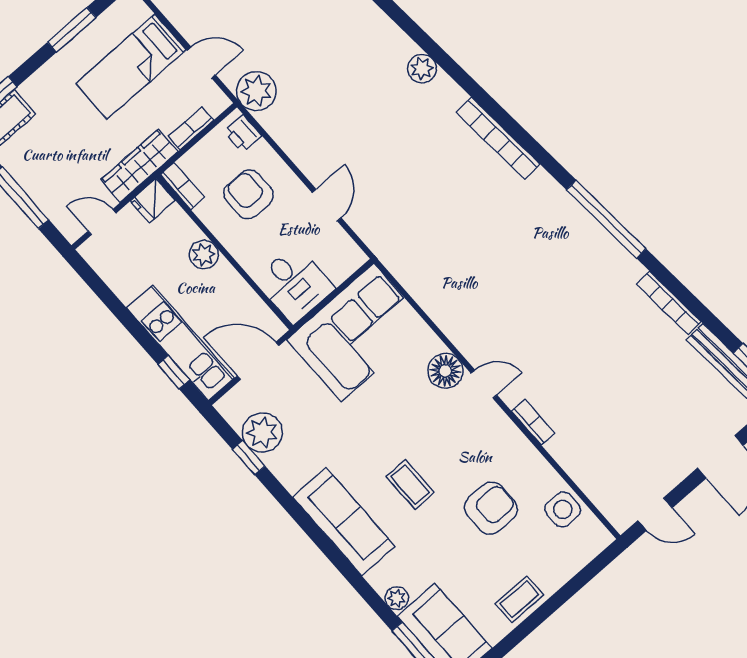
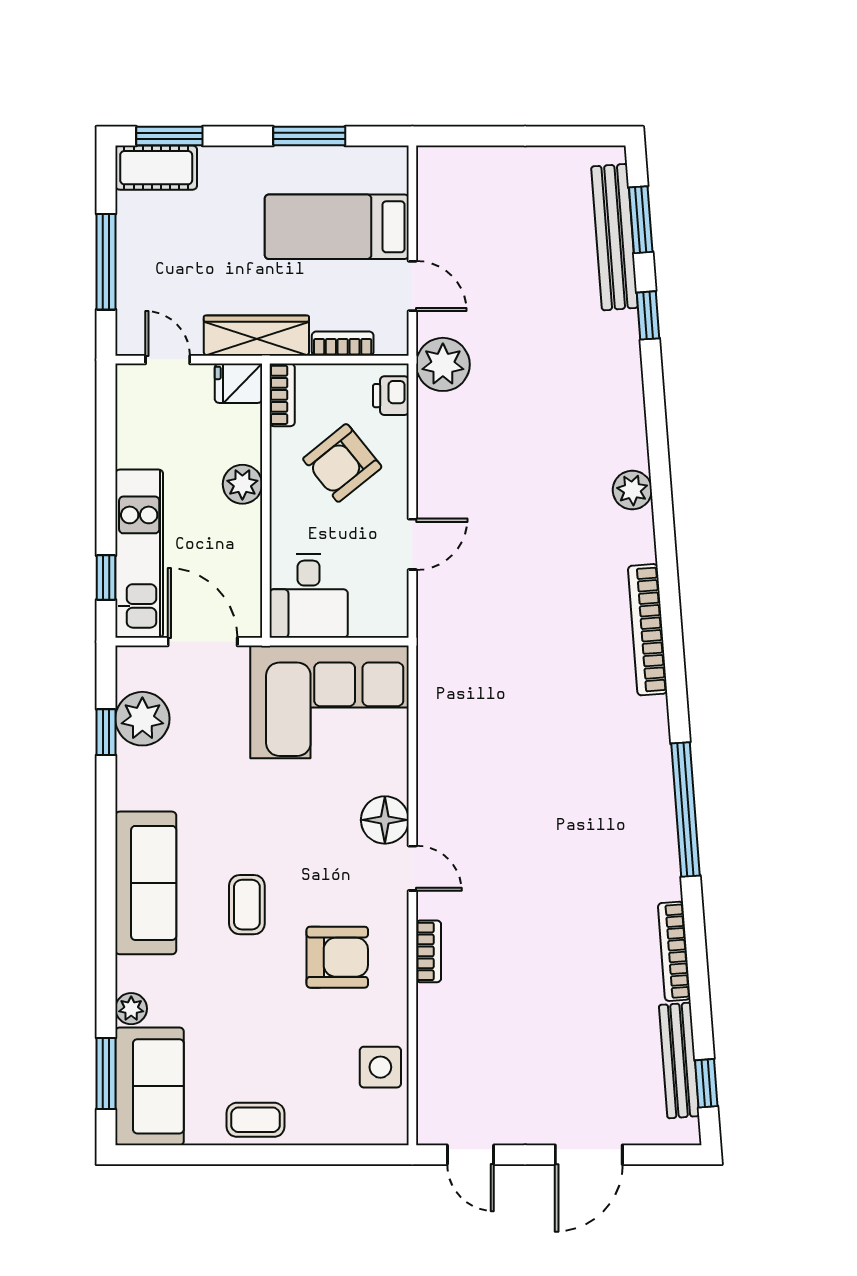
armchair: (249, 194) -> (342, 463), turned -129
armchair: (491, 508) -> (337, 957), moved

